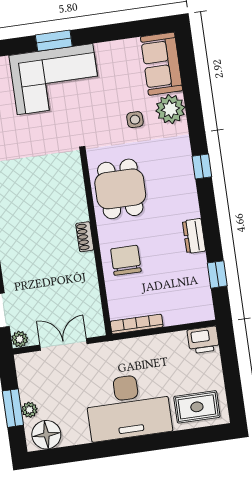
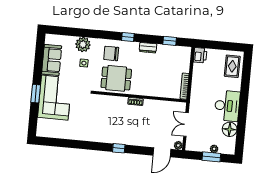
sofa: (162, 64) -> (52, 60), moved, turned -90
window: (202, 166) -> (128, 37), moved
chair: (126, 260) -> (111, 53), moved
desk: (128, 407) -> (227, 106), width x0.73, depth x0.77
floor lamp: (46, 435) -> (230, 129), moved

